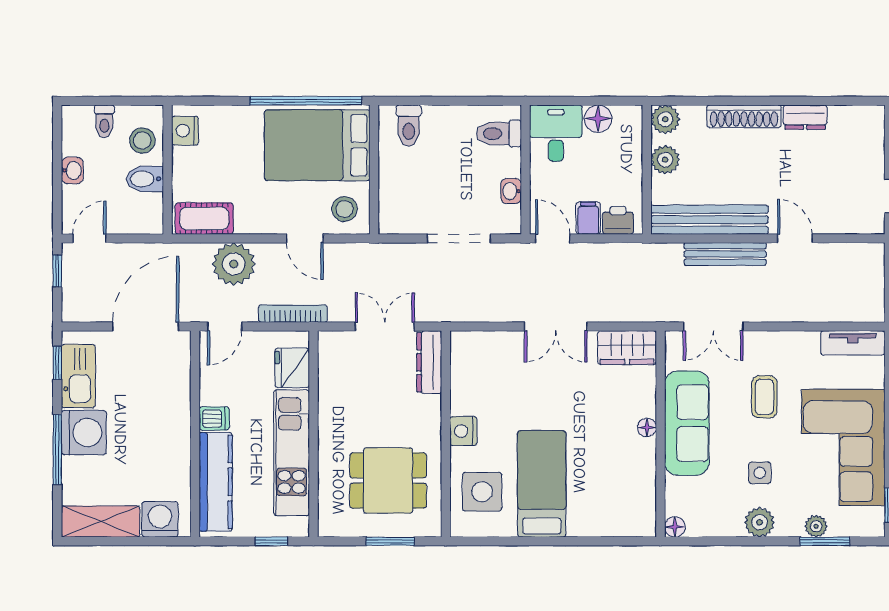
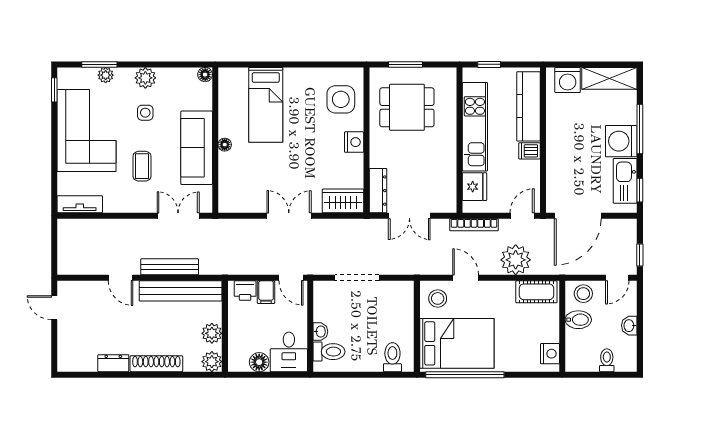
stool: (142, 141) -> (583, 294), moved
washbasin: (511, 191) -> (320, 332), moved
wardrobe: (627, 348) -> (343, 201), moved
bed: (542, 484) -> (266, 105), moved

